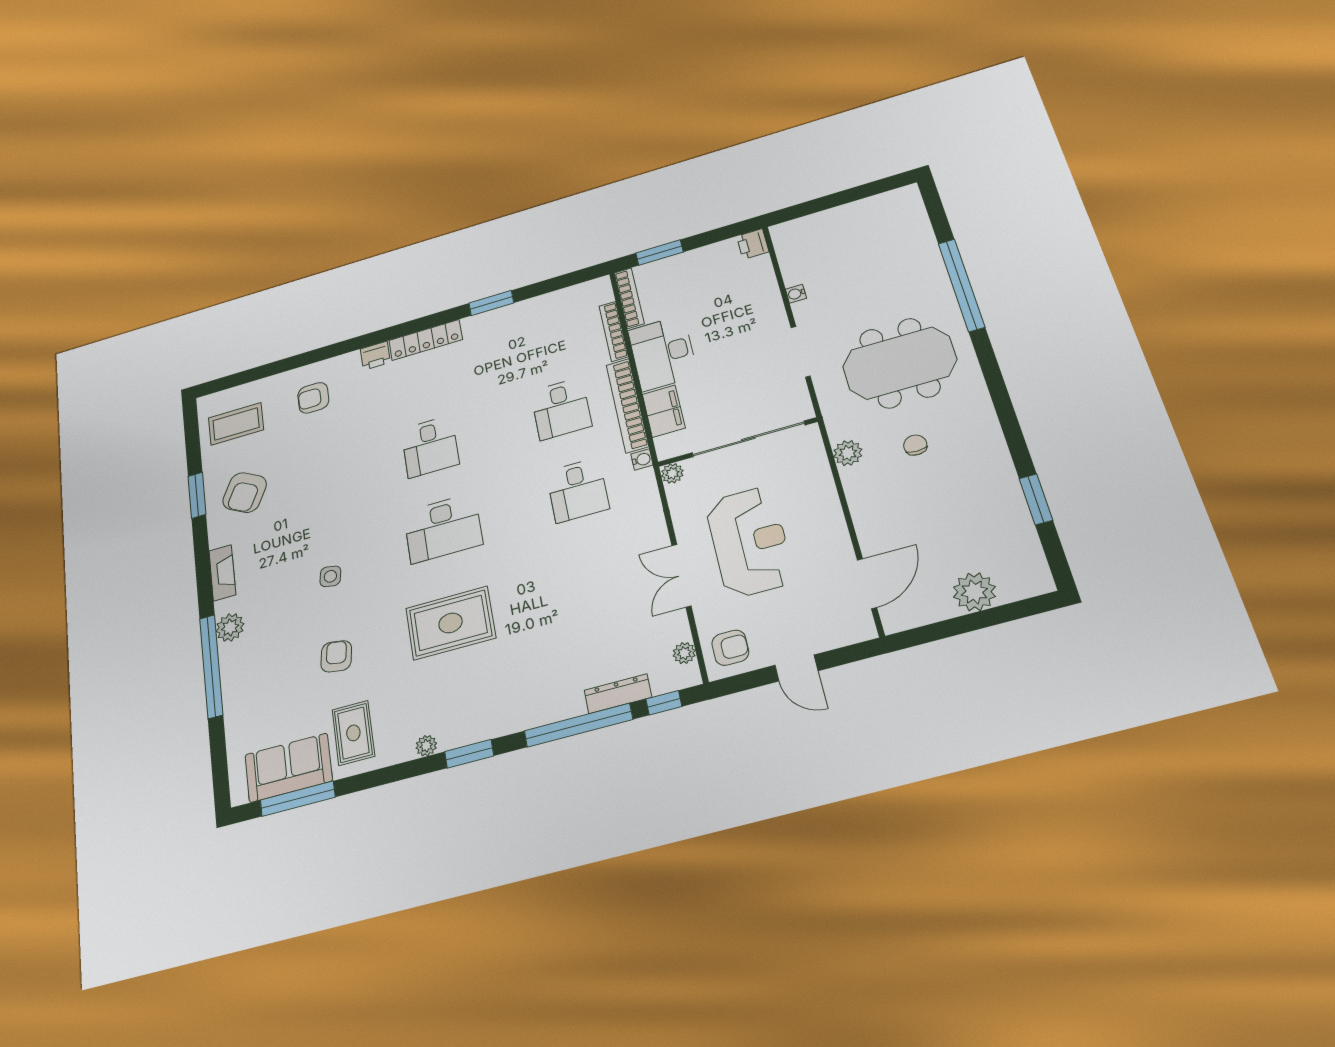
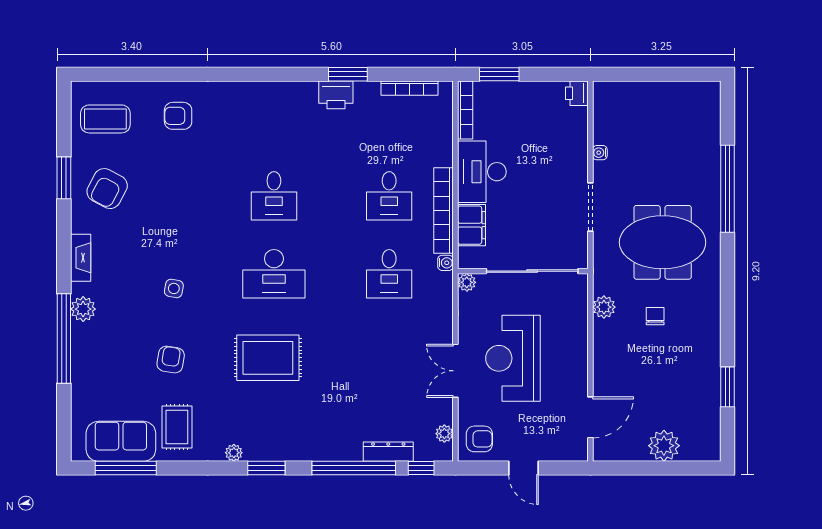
bookcase: (614, 331) -> (410, 88), moved, turned -90
locker: (426, 340) -> (285, 91), removed
printer: (375, 356) -> (336, 95), moved, width x1.36, depth x1.24
reception desk: (750, 542) -> (513, 358), turned 180

